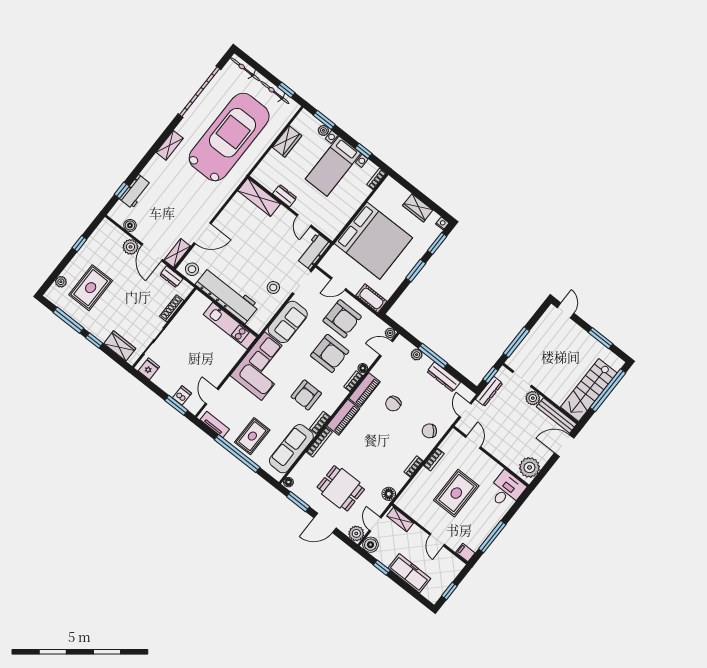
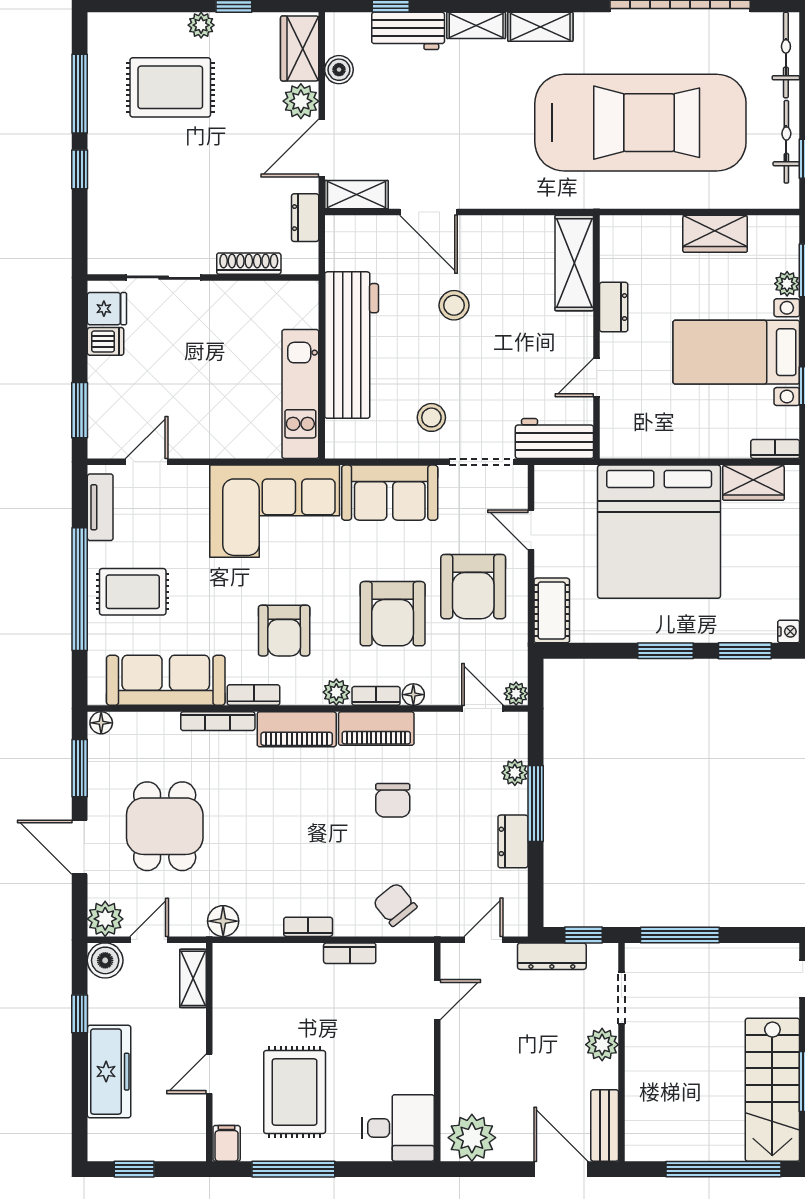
shelving: (152, 167) -> (476, 25), added
wardrobe: (418, 208) -> (753, 483), moved, turned -90
stool: (192, 269) -> (454, 305), moved
plant: (61, 282) -> (201, 25), moved
wardrobe: (120, 346) -> (300, 48), moved, turned 180
dresser: (444, 377) -> (513, 841), width x0.70
stairs: (589, 390) -> (772, 1090), moved, turned -90
plant: (341, 394) -> (336, 692), added
armchair: (306, 395) -> (284, 631), turned -90
dishwasher: (182, 396) -> (106, 341), moved
chair: (393, 404) -> (393, 800), turned -90
bench: (557, 415) -> (605, 1125), width x0.73
rug: (456, 493) -> (295, 1092), moved, turned 90

